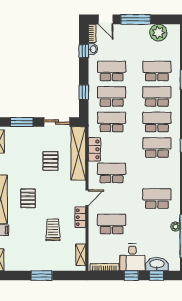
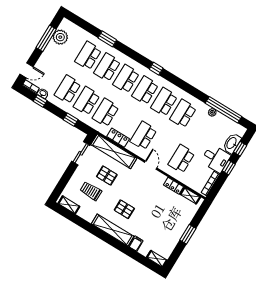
window: (136, 19) -> (46, 38), moved
window: (22, 122) -> (65, 179), removed
school desk: (157, 173) -> (164, 102), added
locker: (80, 217) -> (174, 186), moved
trolley: (53, 230) -> (91, 191), moved

